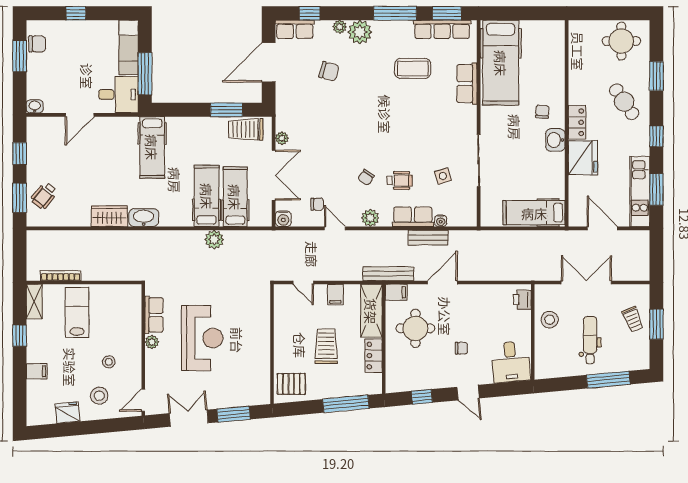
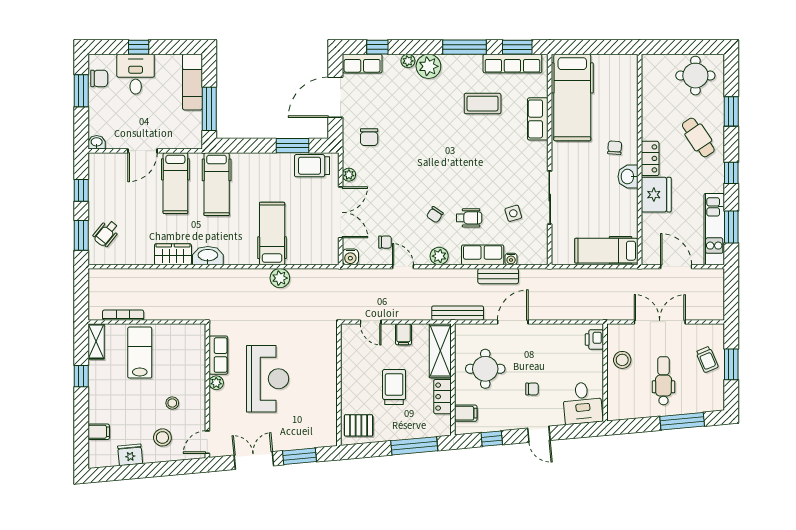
chair: (329, 71) -> (369, 137), moved, turned 75
desk: (118, 94) -> (136, 74), moved, turned -90
hospital bed: (235, 197) -> (175, 183), moved, turned 180
filing cabinet: (396, 292) -> (466, 413), moved
filing cabinet: (37, 371) -> (99, 432), moved

